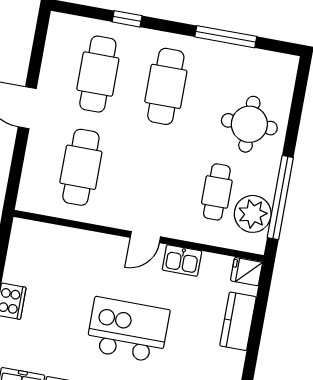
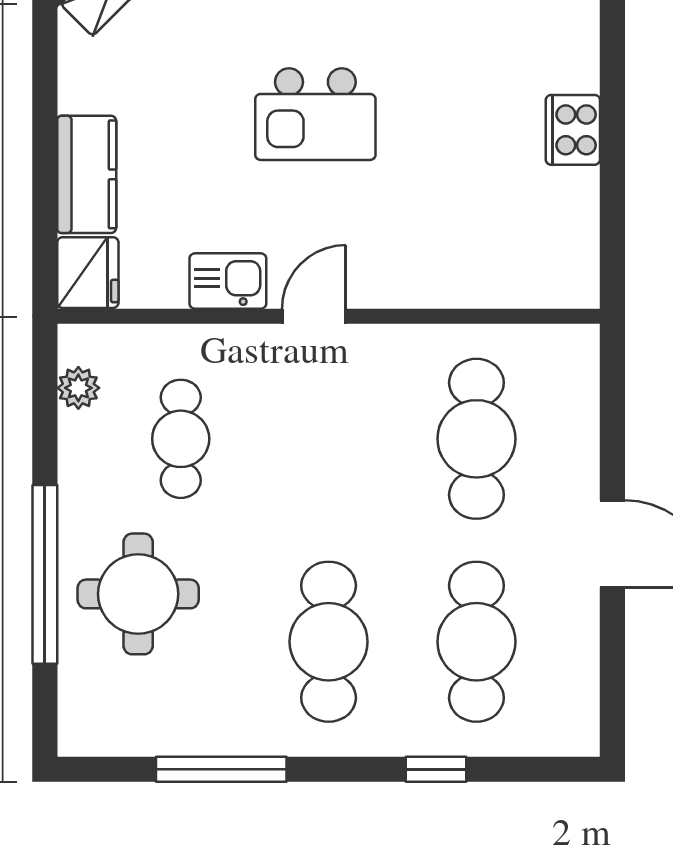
window: (280, 198) -> (45, 574), moved
plant: (253, 214) -> (78, 388), width x0.53, depth x0.53
fridge: (246, 272) -> (88, 273), width x1.38
kitchen island: (128, 330) -> (315, 114), width x0.73, depth x0.78

